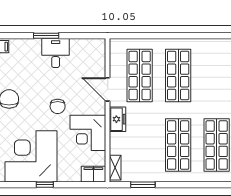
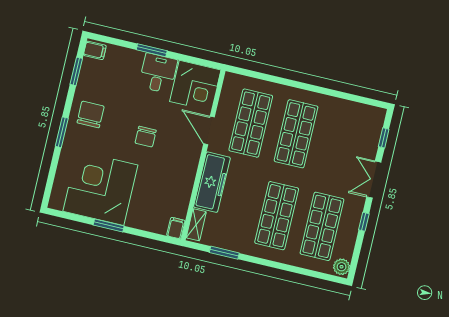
freezer: (118, 119) -> (212, 182), width x1.91, depth x1.26
corner desk: (88, 133) -> (195, 86), moved, turned -90
filing cabinet: (93, 174) -> (176, 228), width x0.50
window: (45, 185) -> (109, 225), width x1.50

